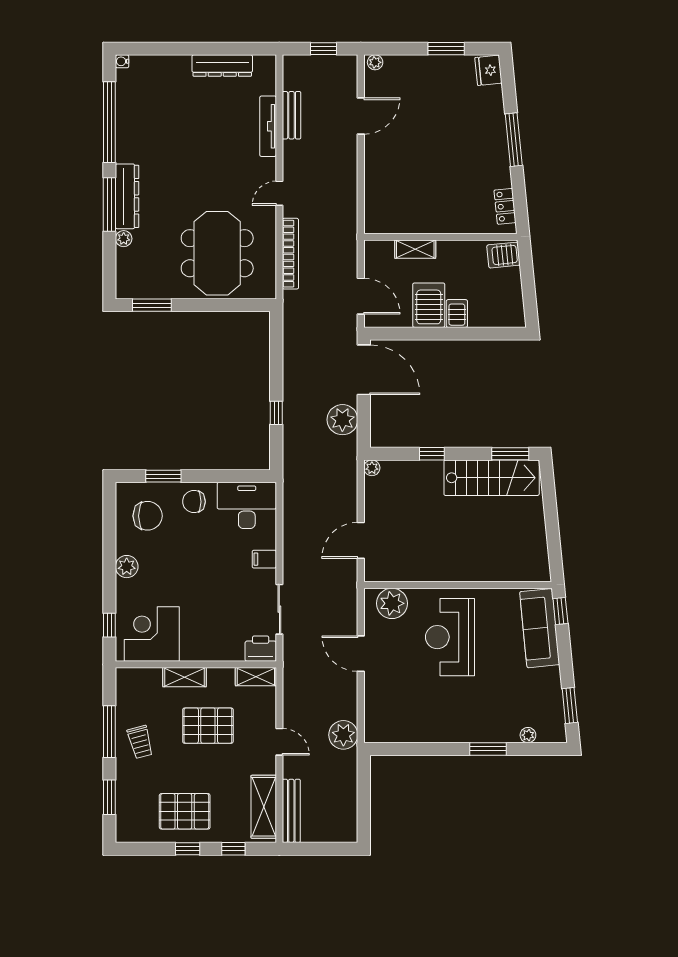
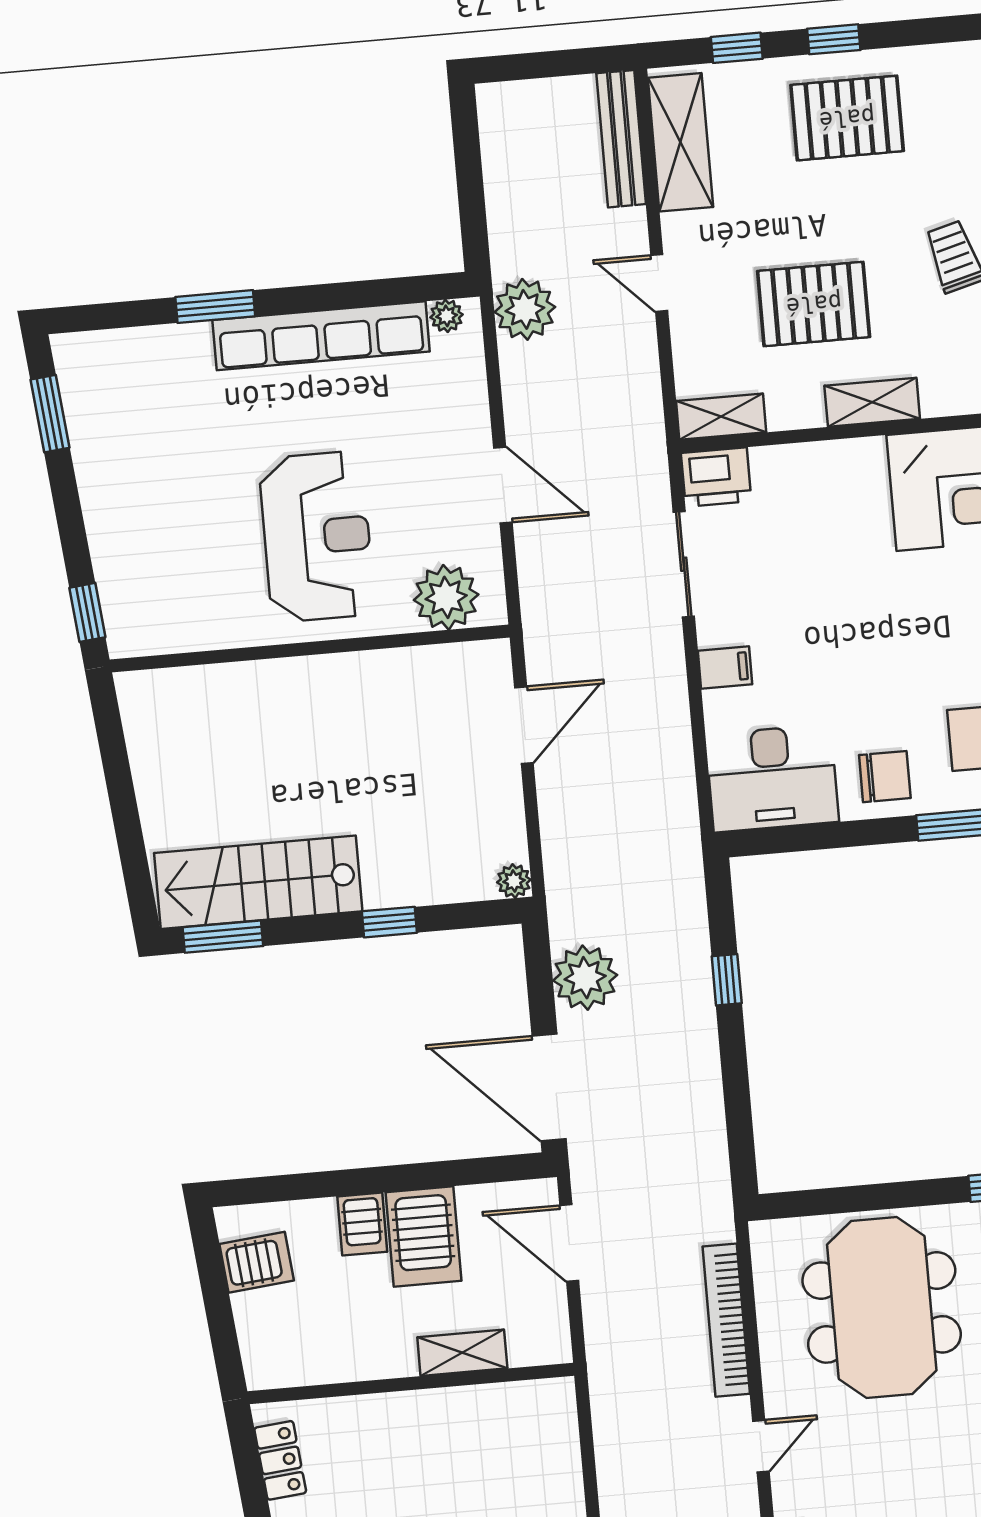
server rack: (503, 255) -> (257, 1262), moved
sofa: (540, 628) -> (128, 572), removed
row of seats: (440, 731) -> (321, 336), added
plant: (528, 735) -> (447, 316), moved

